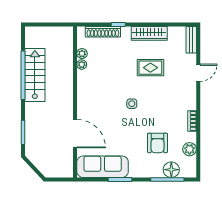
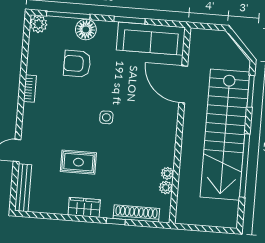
wardrobe: (149, 33) -> (84, 207), width x0.67
bench: (191, 40) -> (23, 188), width x1.36
stairs: (35, 75) -> (225, 135), width x1.86, depth x1.51
armchair: (157, 143) -> (77, 64), turned -90
plant: (190, 149) -> (38, 24), moved
floor lamp: (171, 170) -> (86, 29), moved

